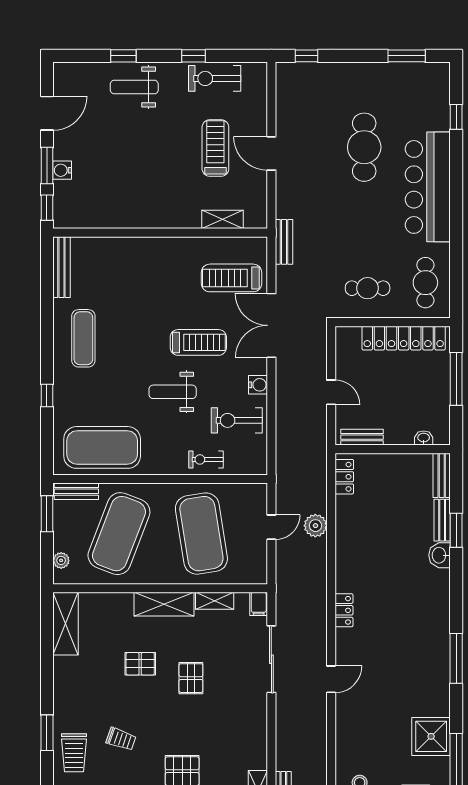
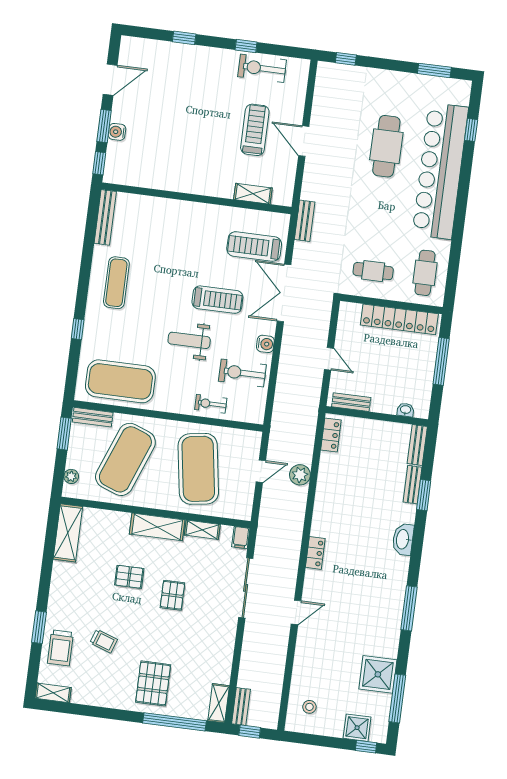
weight bench: (134, 87) -> (190, 67), removed
bar counter: (428, 187) -> (440, 171), width x1.36
washbasin: (440, 555) -> (403, 539), moved, width x1.38

